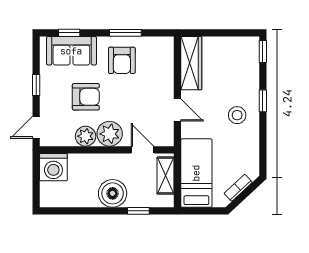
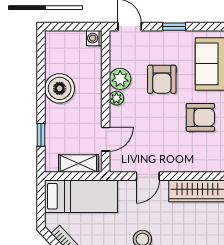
armchair: (122, 60) -> (200, 117), turned 180
plant: (110, 134) -> (116, 98), width x0.53, depth x0.53
washing machine: (53, 167) -> (94, 38), width x0.53, depth x0.53
boiler: (113, 193) -> (60, 88), moved

